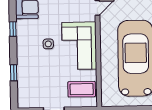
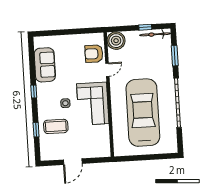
coffee table: (82, 89) -> (56, 126), moved

